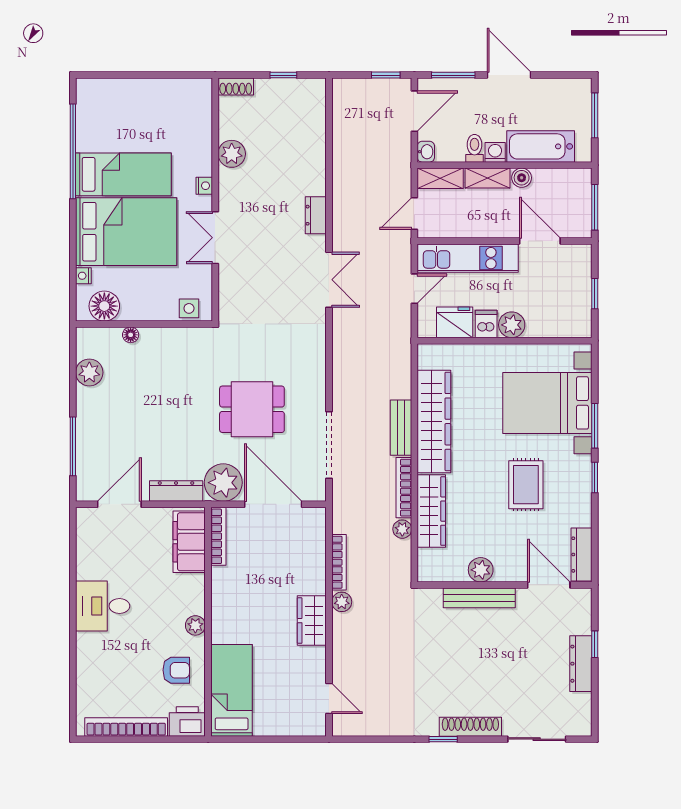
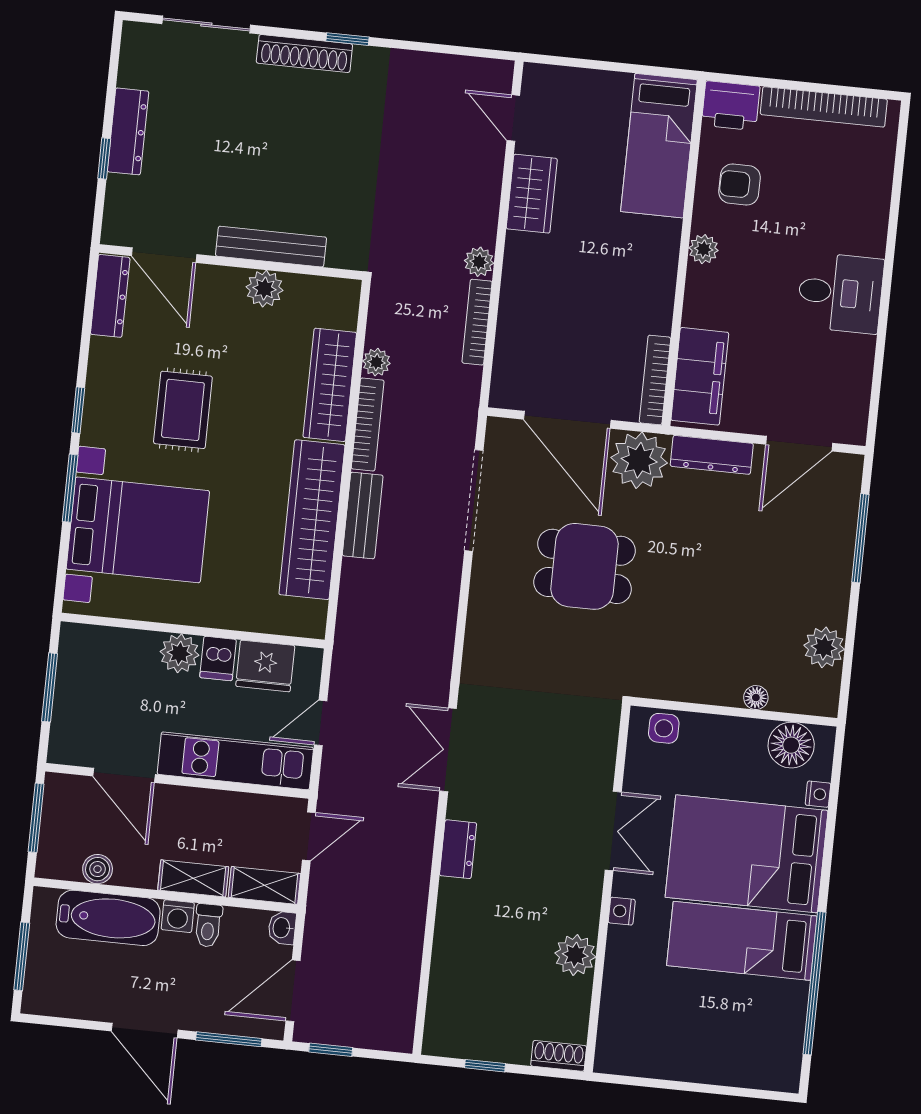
boiler: (522, 178) -> (98, 869), moved
window: (595, 294) -> (50, 687), width x1.50
wardrobe: (312, 621) -> (532, 194), moved

